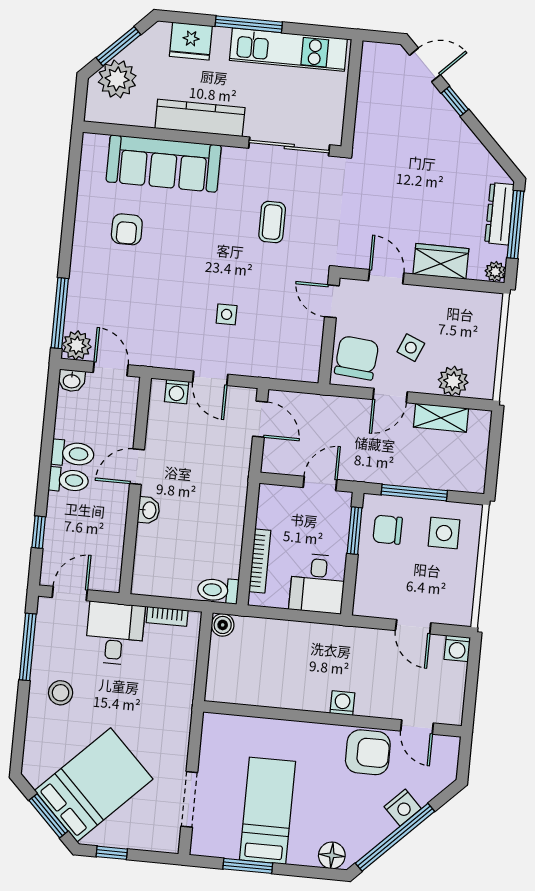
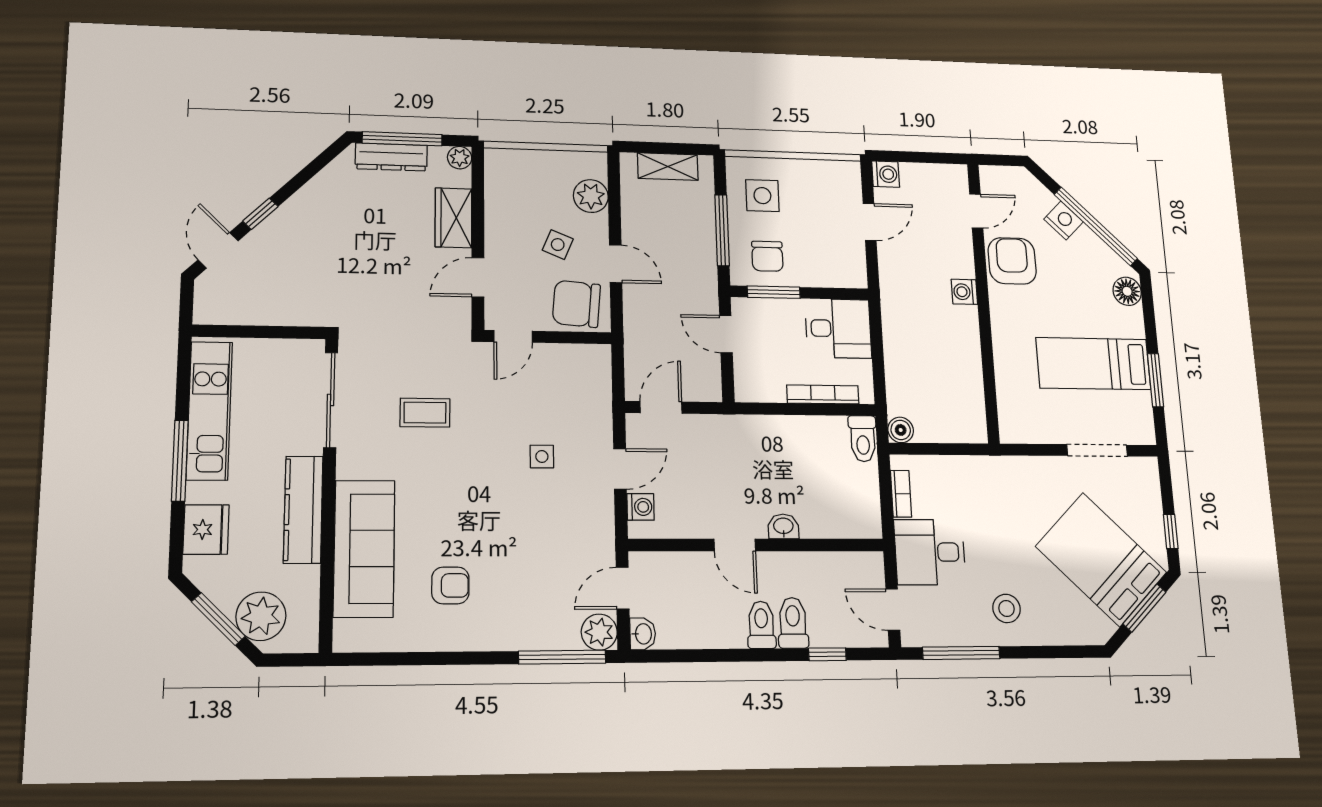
shelving: (441, 418) -> (668, 166), moved, turned 90
toilet: (73, 454) -> (793, 623), moved

